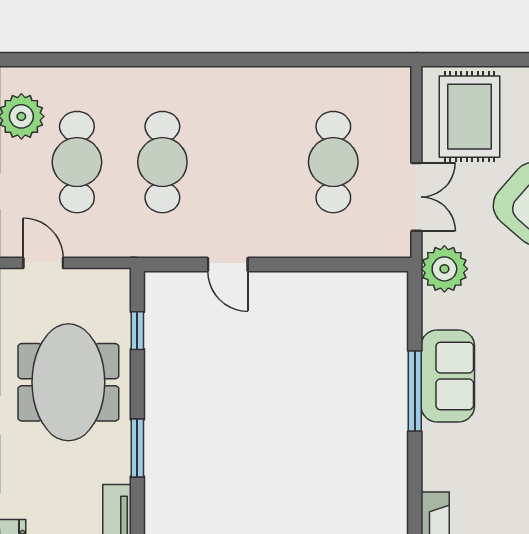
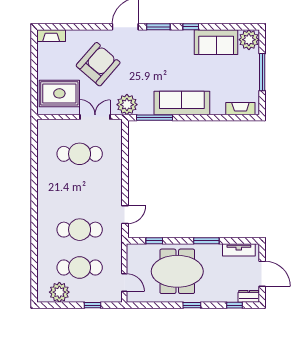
door: (43, 263) -> (124, 283), swing flipped
door: (228, 265) -> (125, 215), moved
sofa: (448, 376) -> (182, 103), width x1.36
window: (415, 391) -> (154, 118), moved

